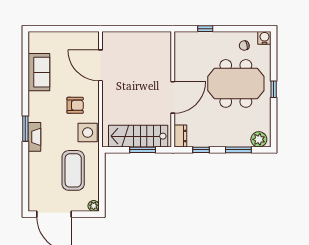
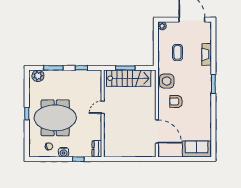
water cooler: (264, 38) -> (64, 152), moved
sofa: (39, 72) -> (196, 149), moved, turned 90
door: (173, 97) -> (103, 107), width x0.53
dresser: (180, 136) -> (97, 149), moved
fireplace: (34, 137) -> (207, 54), moved
coffee table: (73, 170) -> (177, 52), width x0.54, depth x0.58

